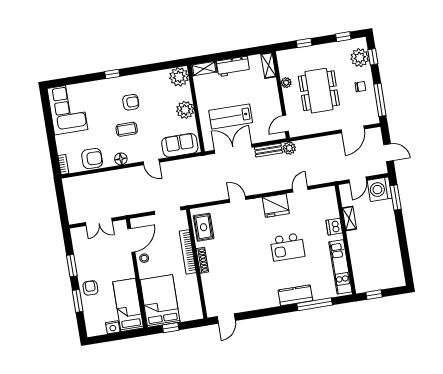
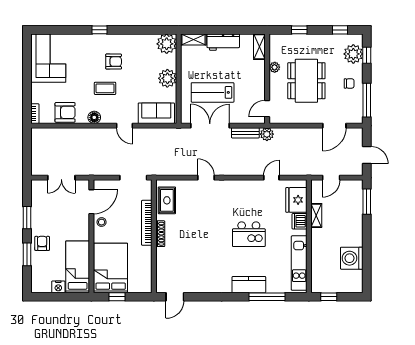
washing machine: (380, 189) -> (352, 258), moved
fridge: (276, 205) -> (296, 200), moved, turned 90

